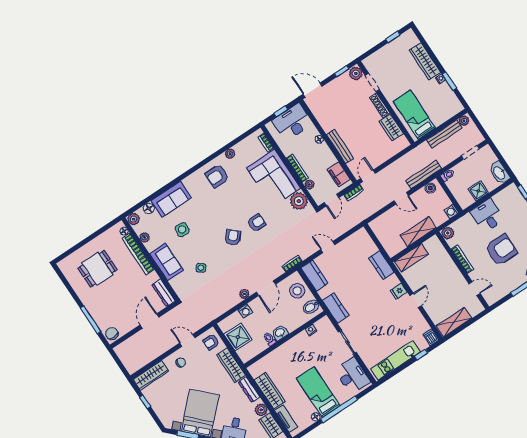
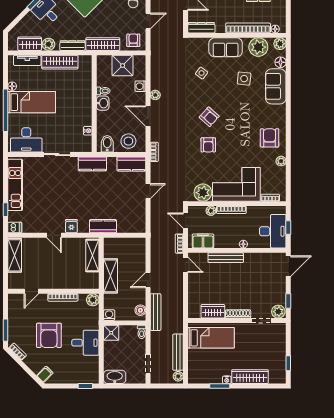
shower: (478, 191) -> (111, 333), moved
plant: (145, 237) -> (258, 47), width x1.88, depth x1.88

